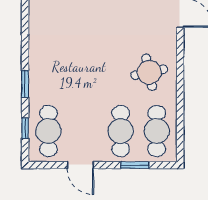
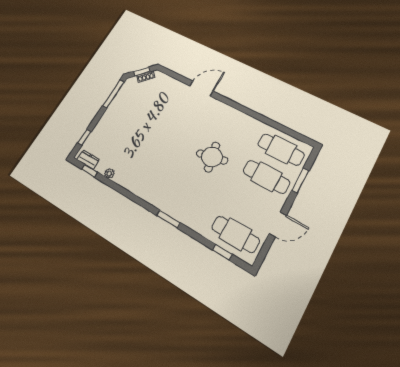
round table: (149, 72) -> (212, 157), moved
window: (25, 84) -> (168, 219), moved

